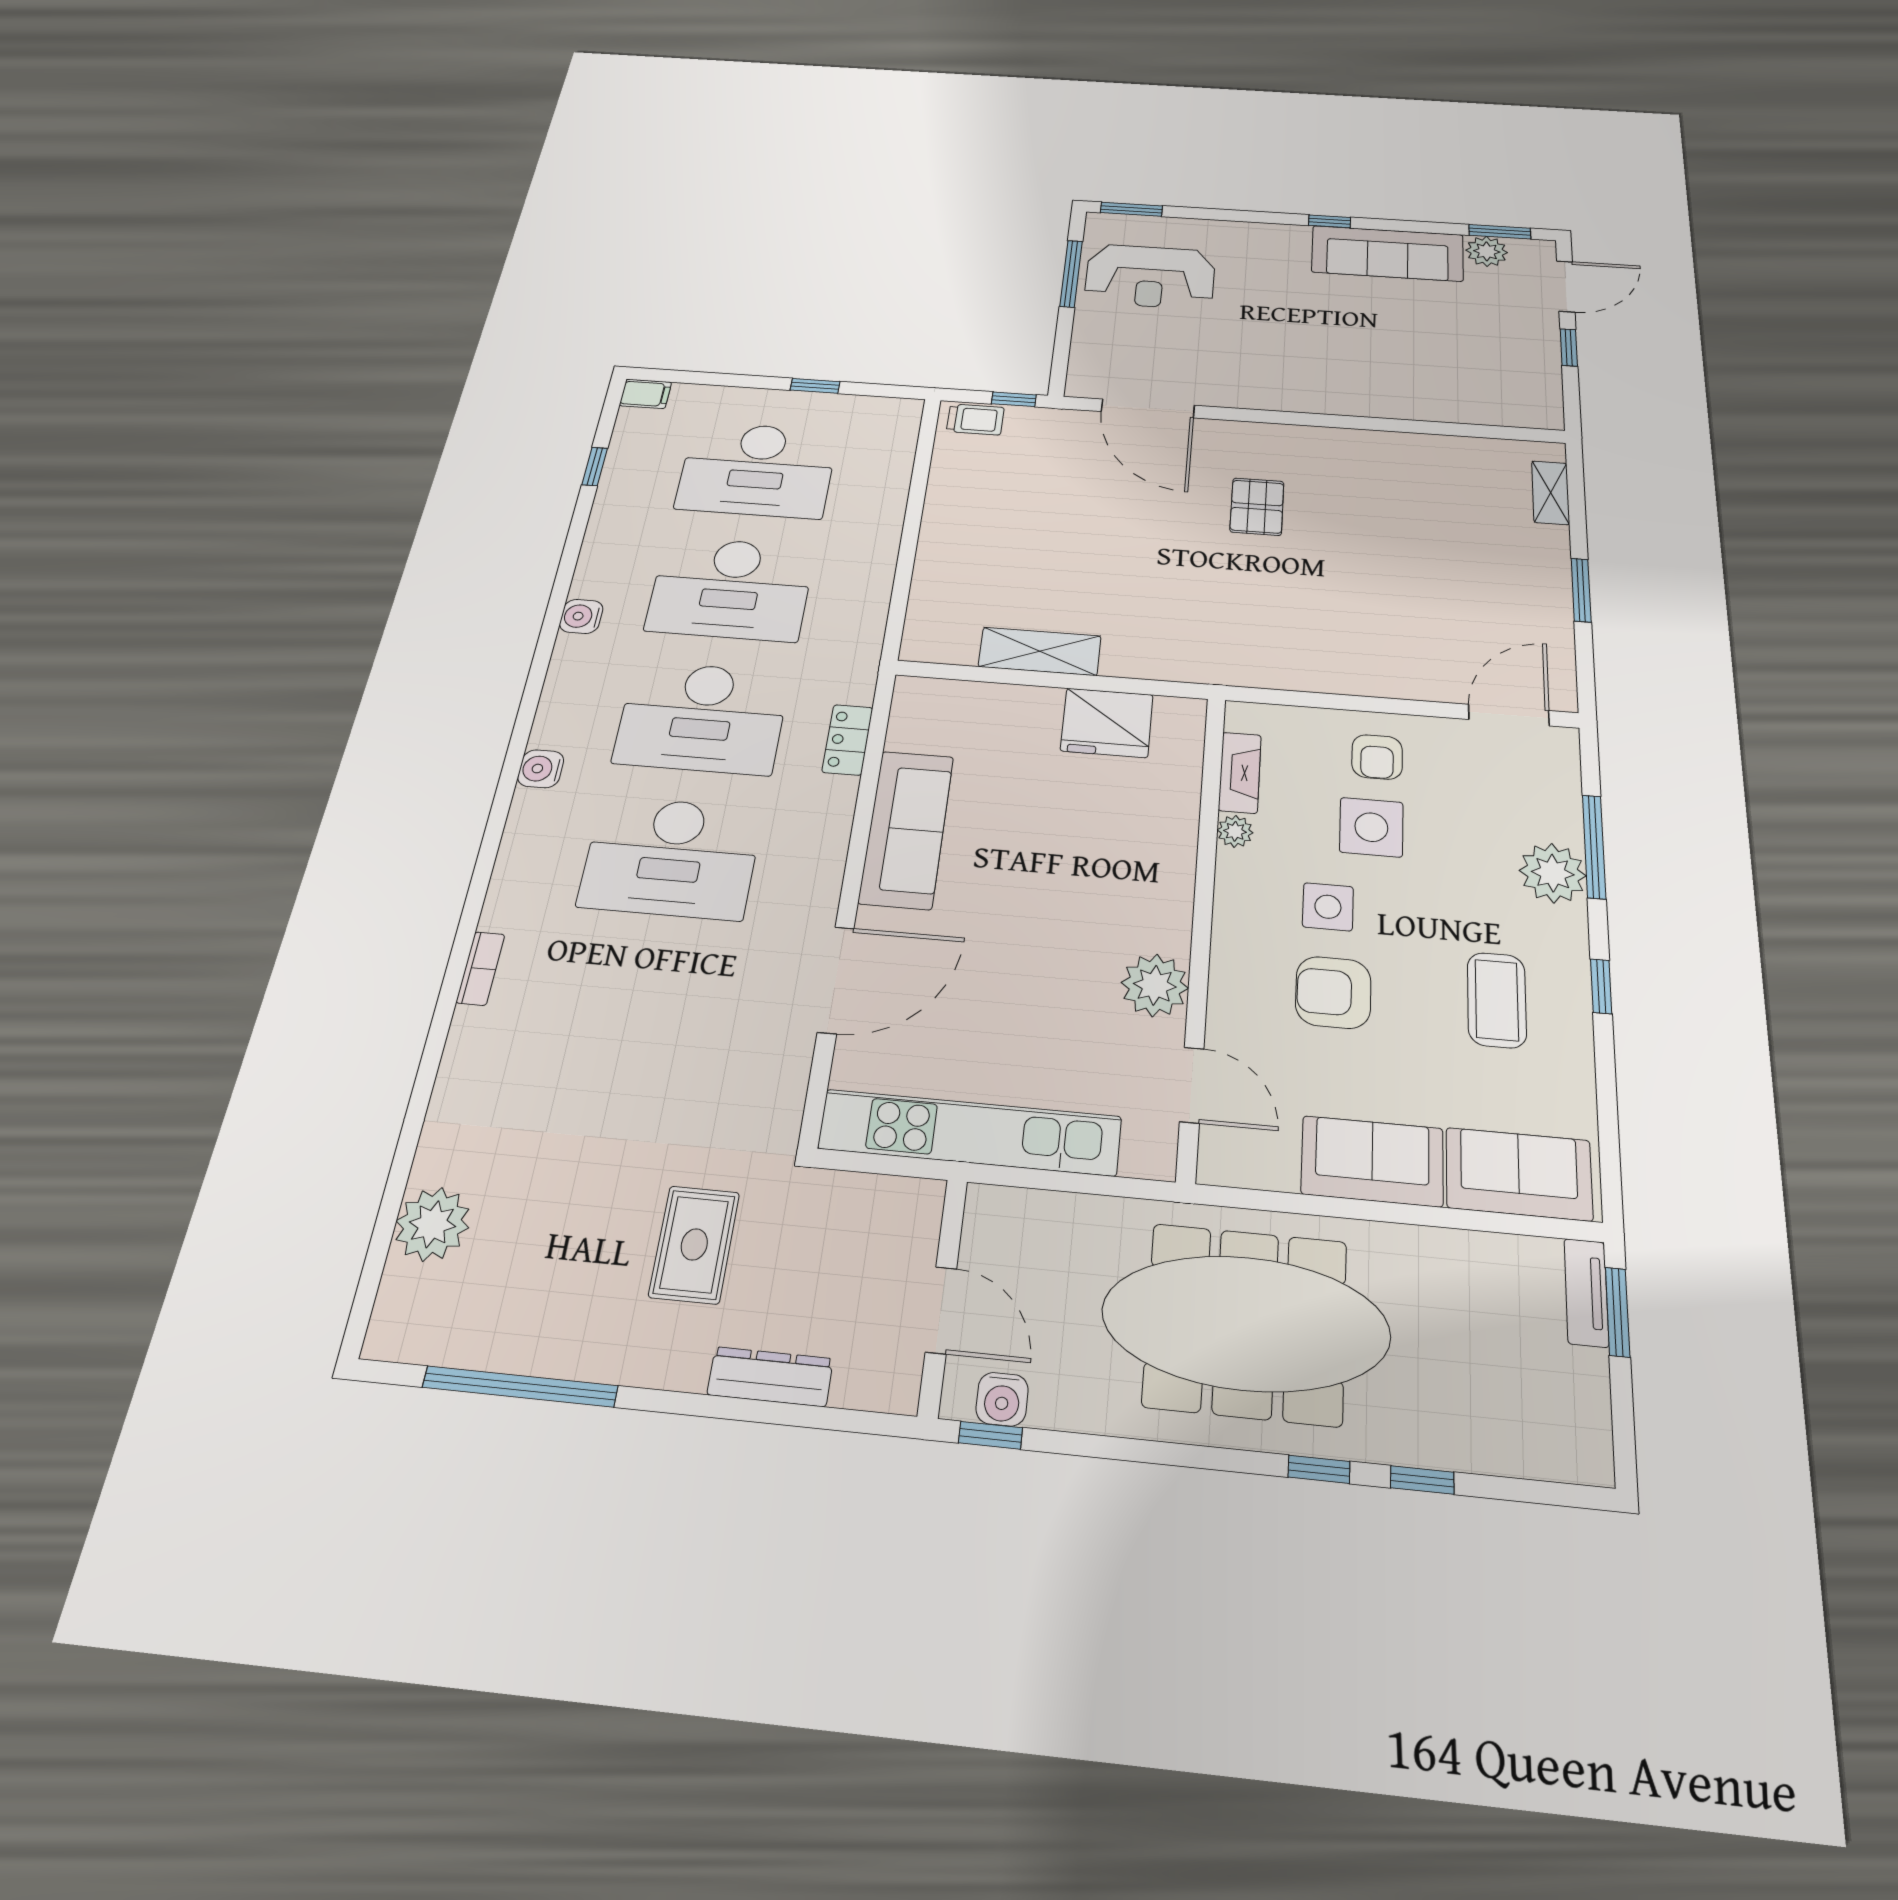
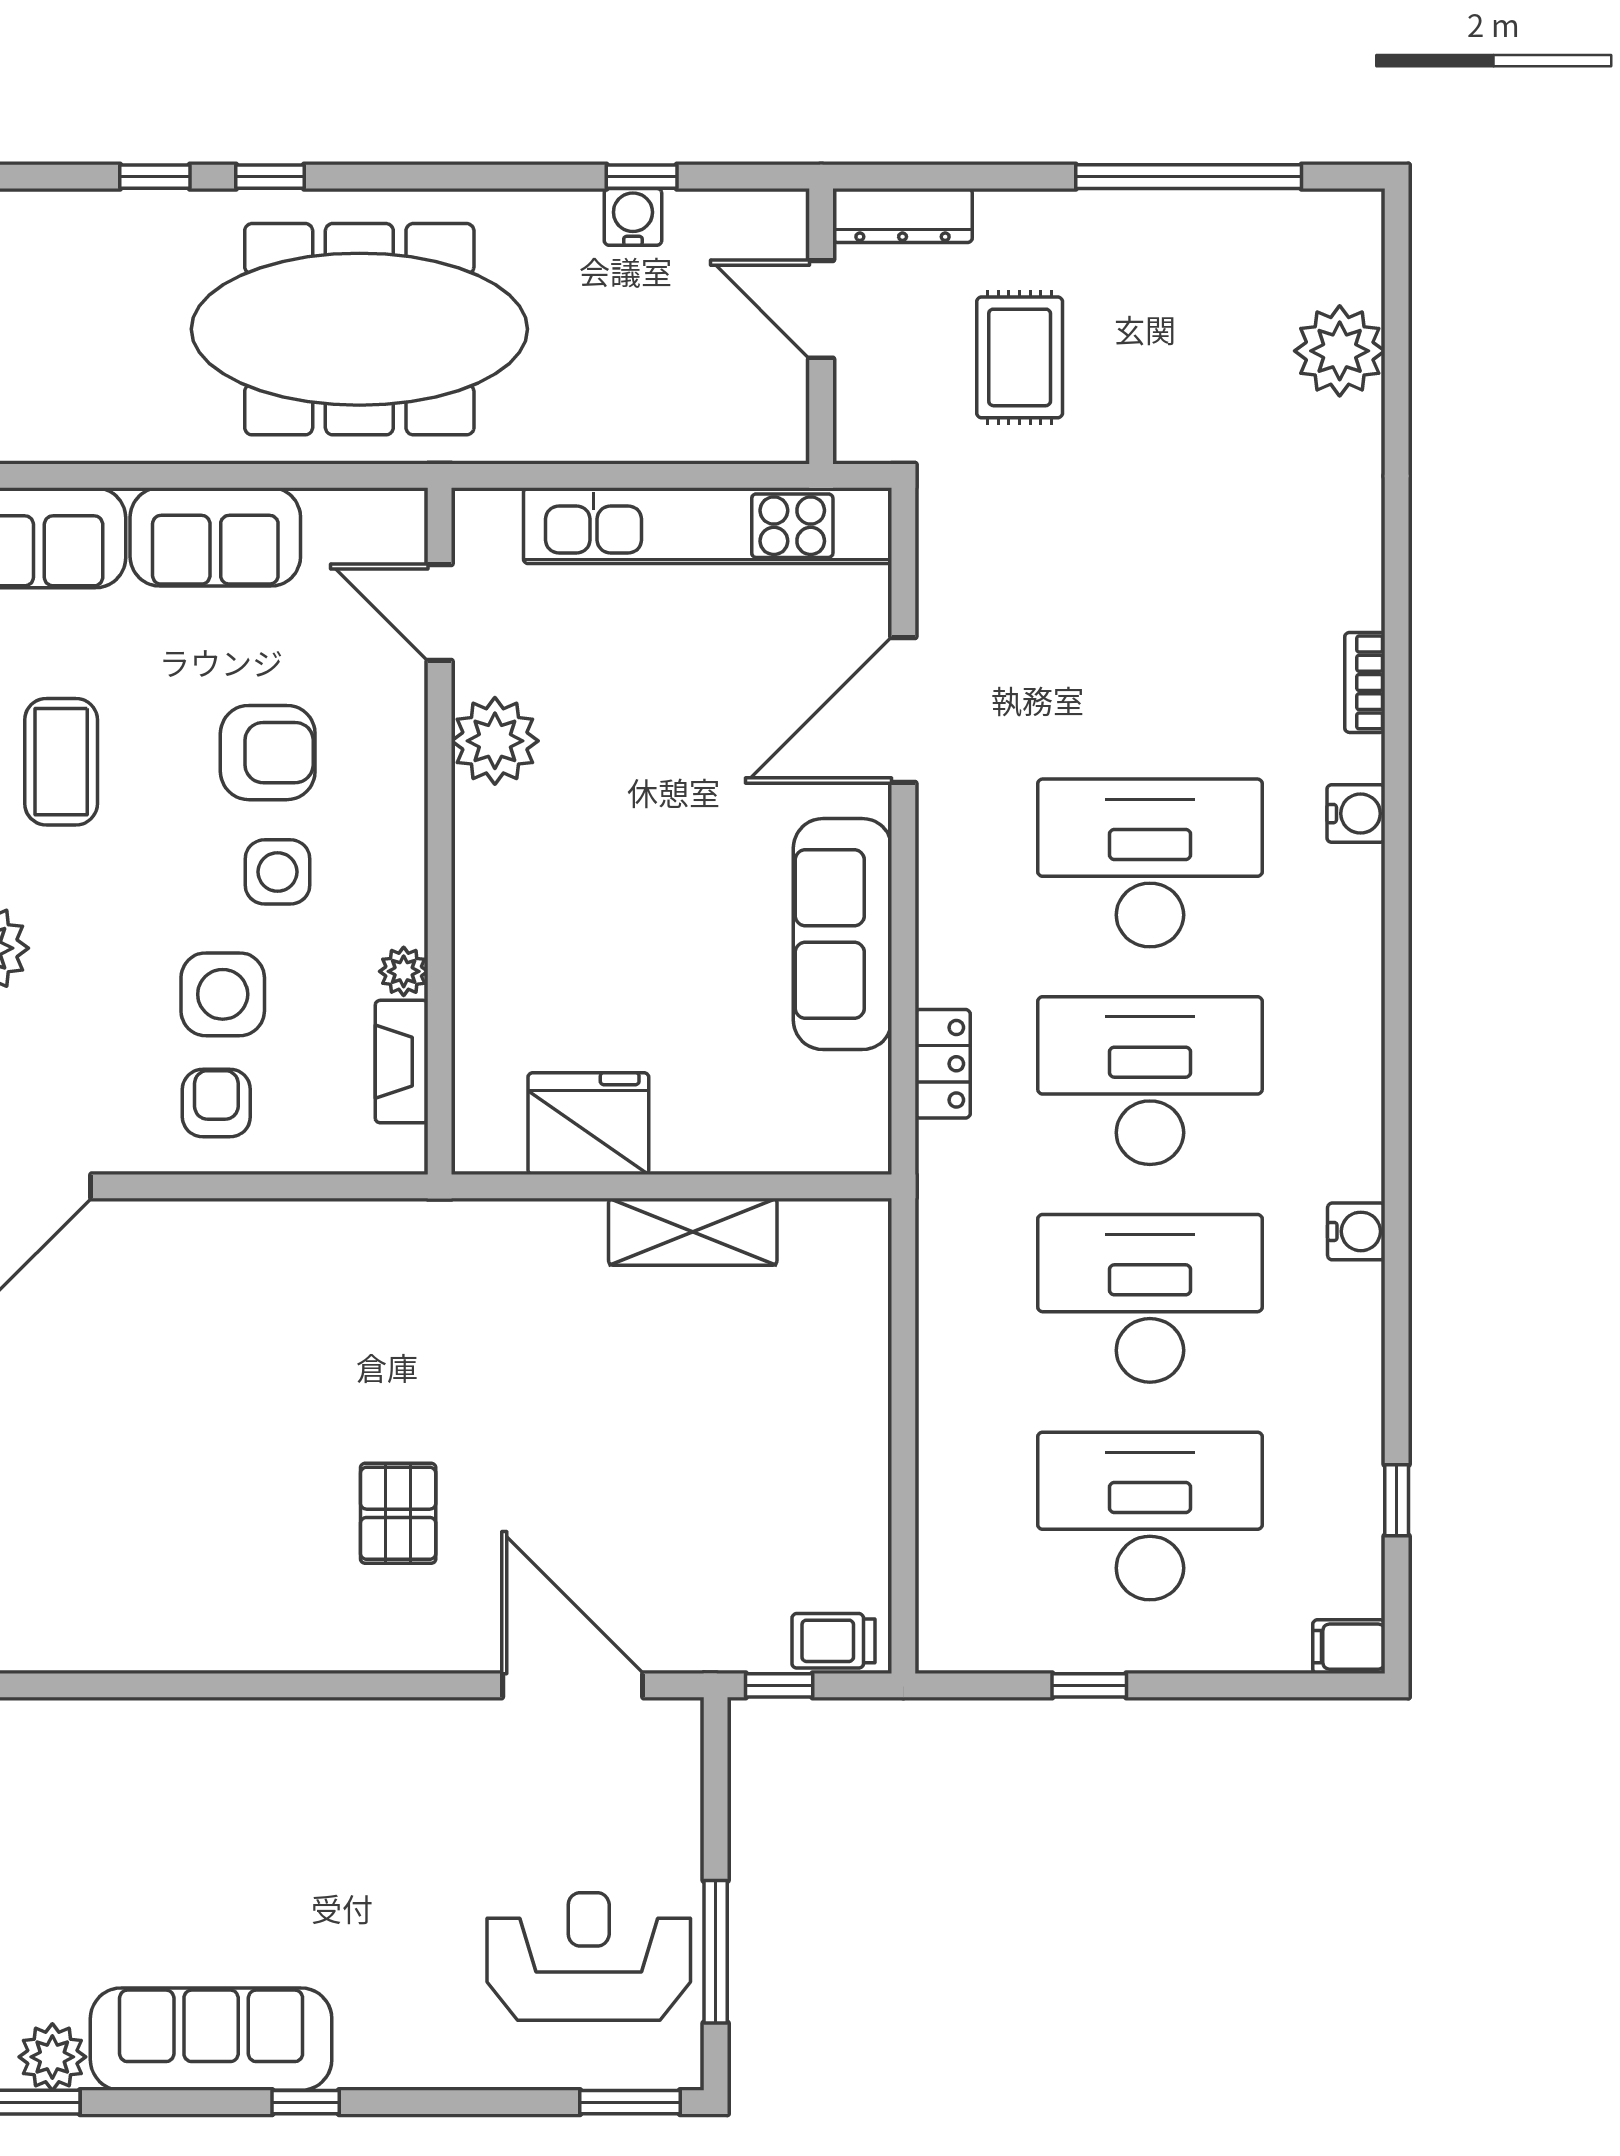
water cooler: (541, 769) -> (1356, 814), moved
wall: (943, 1296) -> (821, 326), moved
door: (941, 1310) -> (821, 309), moved

